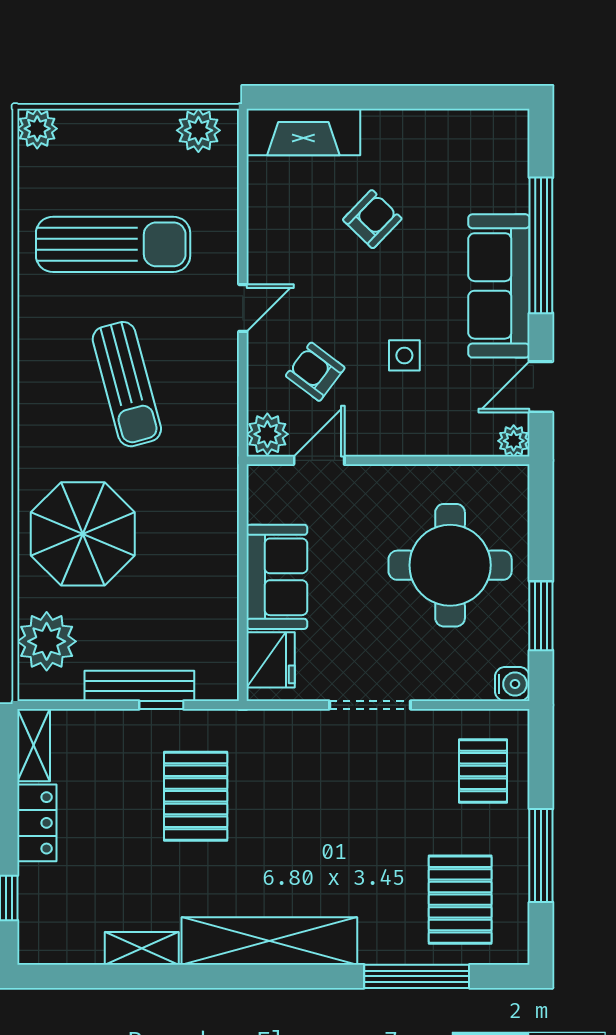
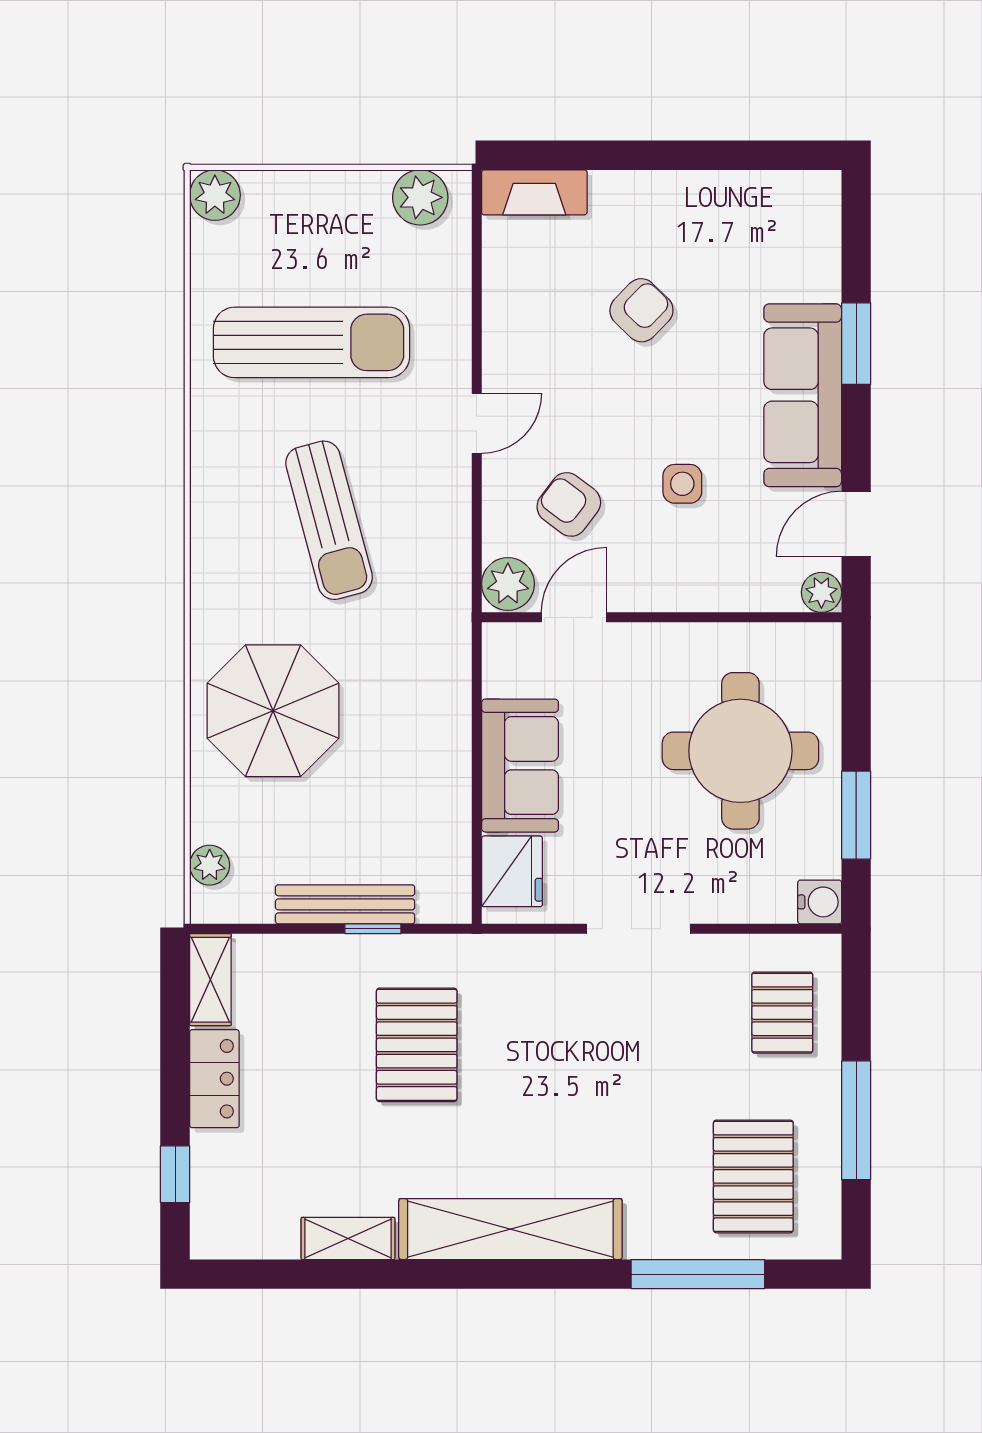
fireplace: (303, 132) -> (534, 192), width x0.73, depth x0.76
window: (541, 245) -> (856, 344), width x0.47
plant: (47, 641) -> (210, 865), width x0.53, depth x0.53

